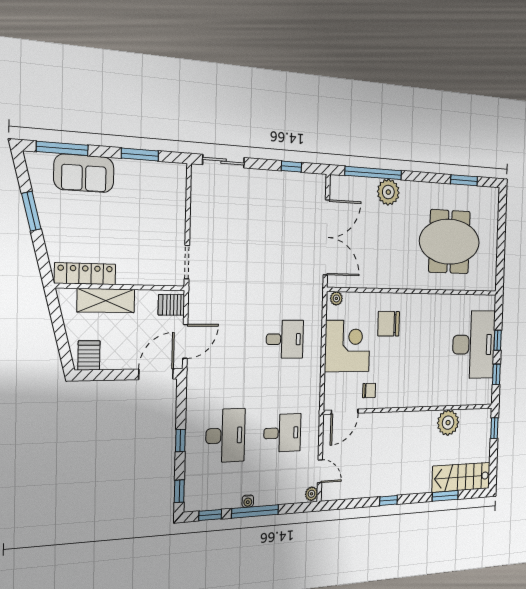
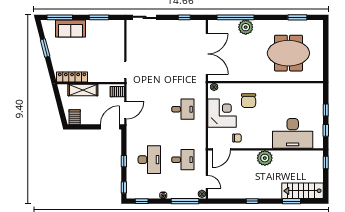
chair: (389, 324) -> (249, 101), turned -90
desk: (474, 345) -> (293, 133), moved, turned 90
plant: (448, 423) -> (265, 158), moved
window: (255, 511) -> (185, 201), moved

